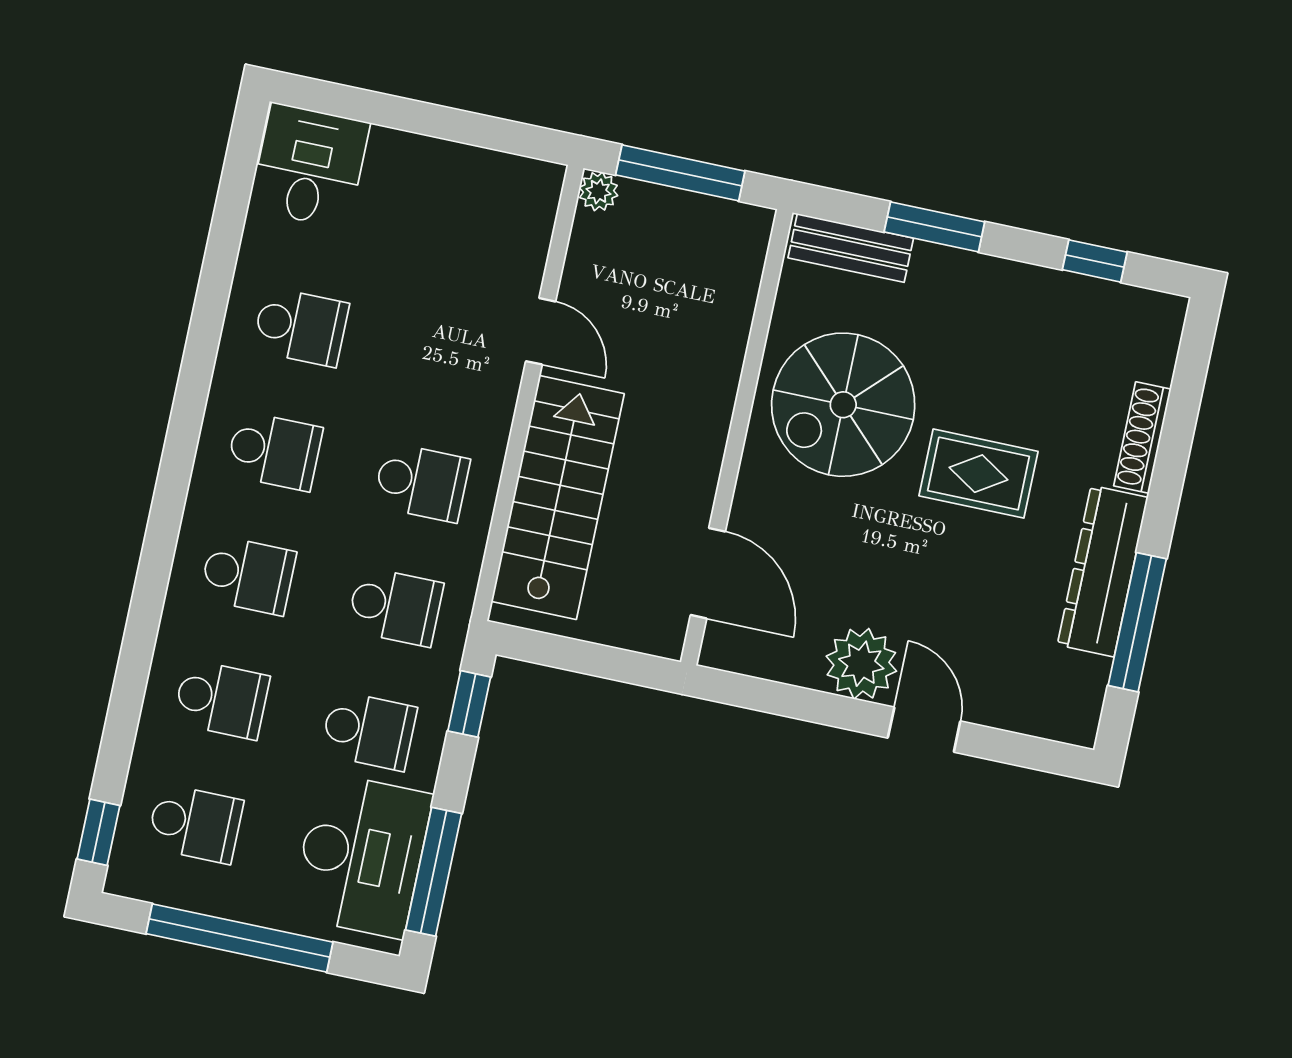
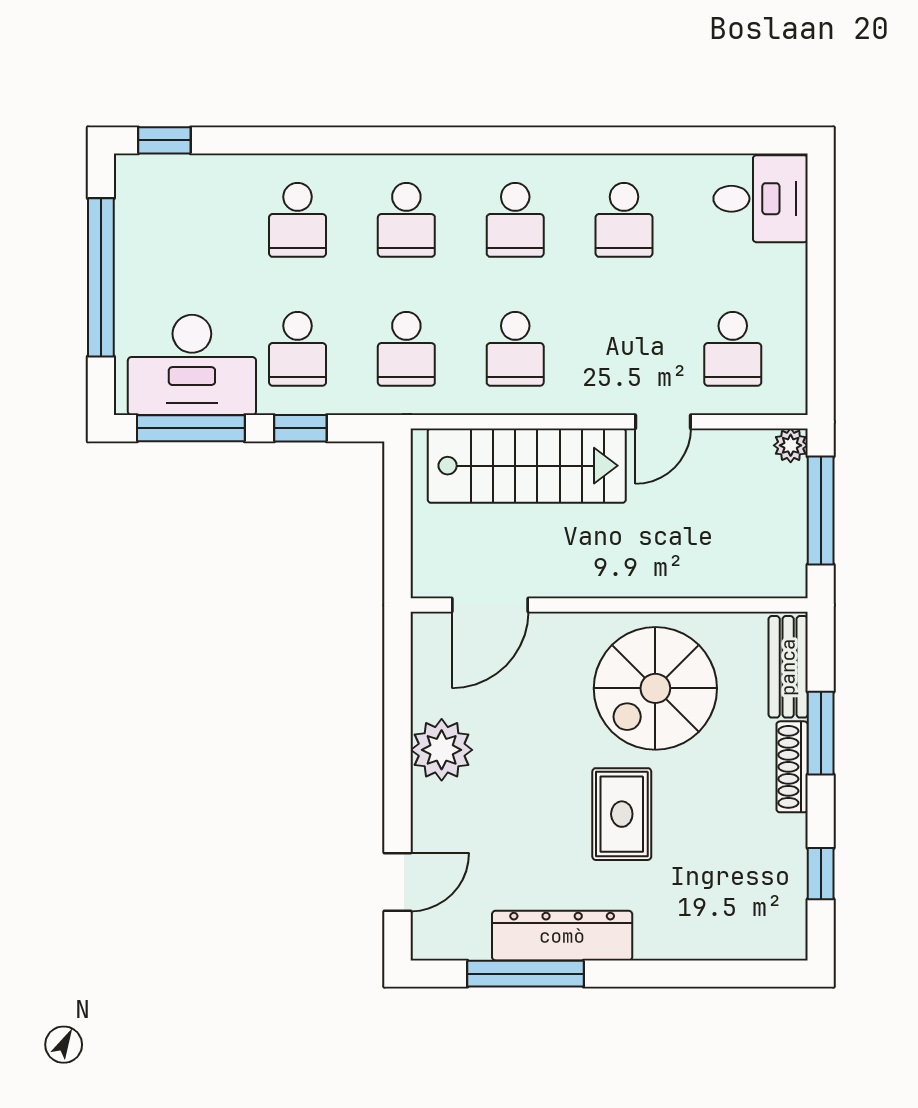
spiral stairs: (843, 405) -> (655, 688), turned -90
shoe rack: (1142, 437) -> (792, 767), moved, turned -90
window: (469, 704) -> (300, 428), moved
door: (924, 730) -> (398, 882), moved
school desk: (195, 824) -> (733, 349), moved

